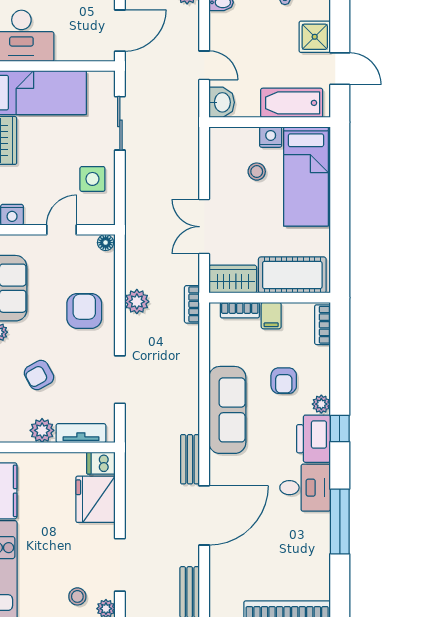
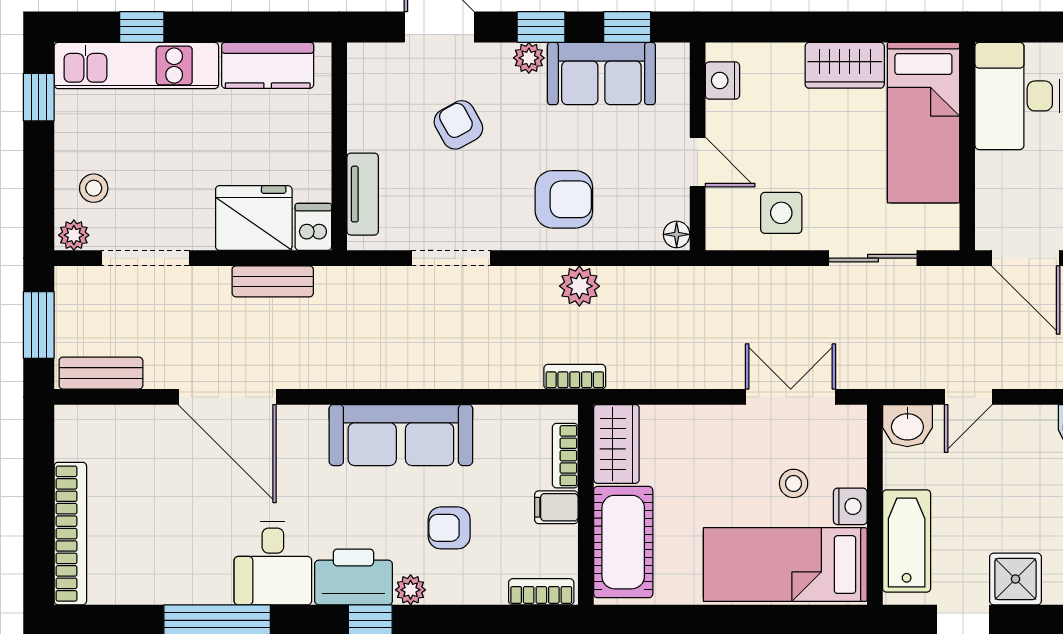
double door: (204, 227) -> (791, 397), moved
plant: (42, 430) -> (367, 130), removed
bench: (190, 459) -> (273, 281), moved

